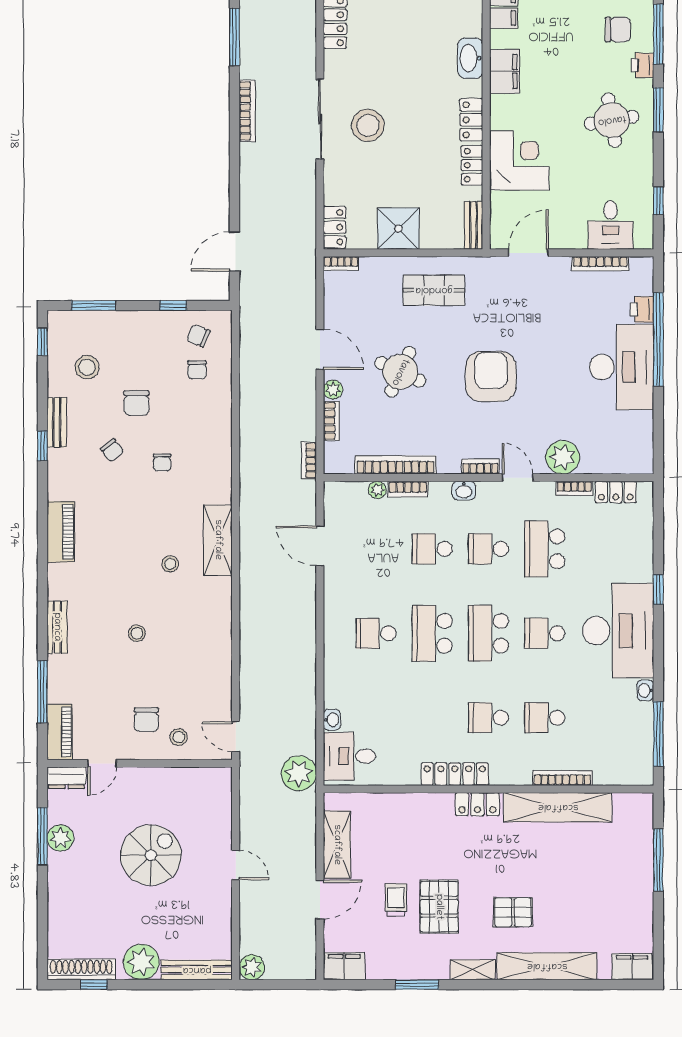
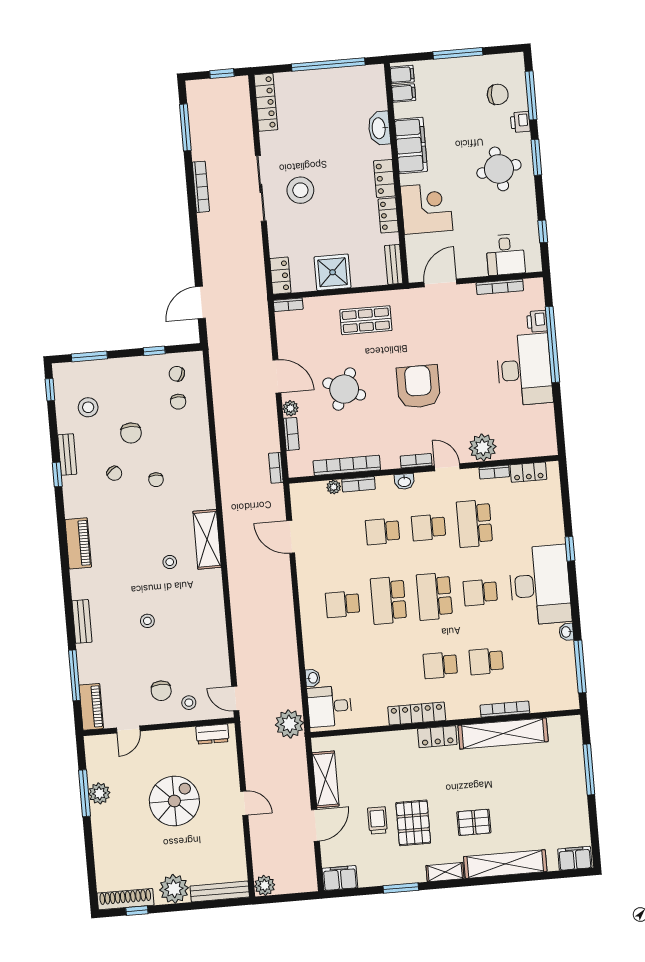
filing cabinet: (505, 71) -> (411, 145), width x1.50, depth x1.17
dresser: (67, 778) -> (212, 734), moved

